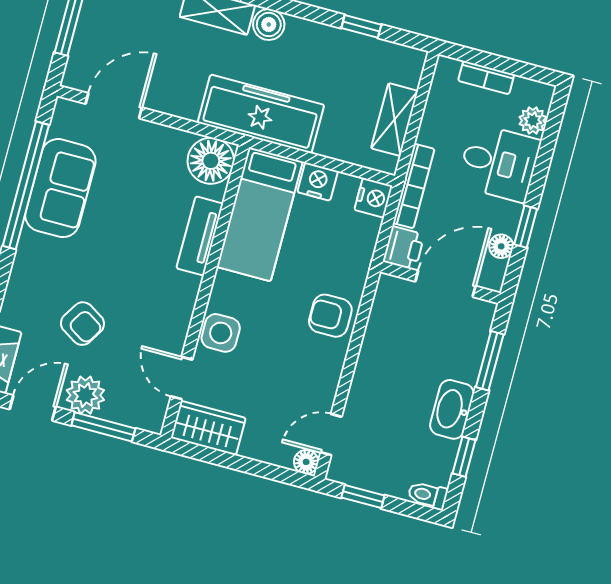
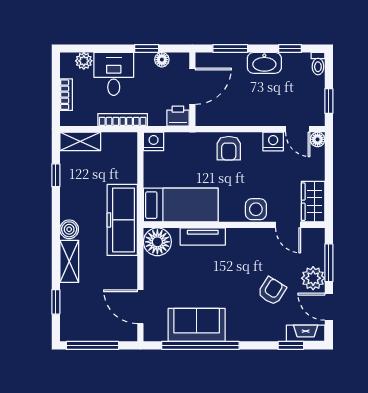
shelving: (395, 120) -> (80, 141), moved
nightstand: (318, 182) -> (273, 142), moved, turned 90
bookcase: (414, 186) -> (123, 120), moved
door: (445, 284) -> (192, 86), swing flipped
door: (182, 378) -> (288, 225), hinge flipped

